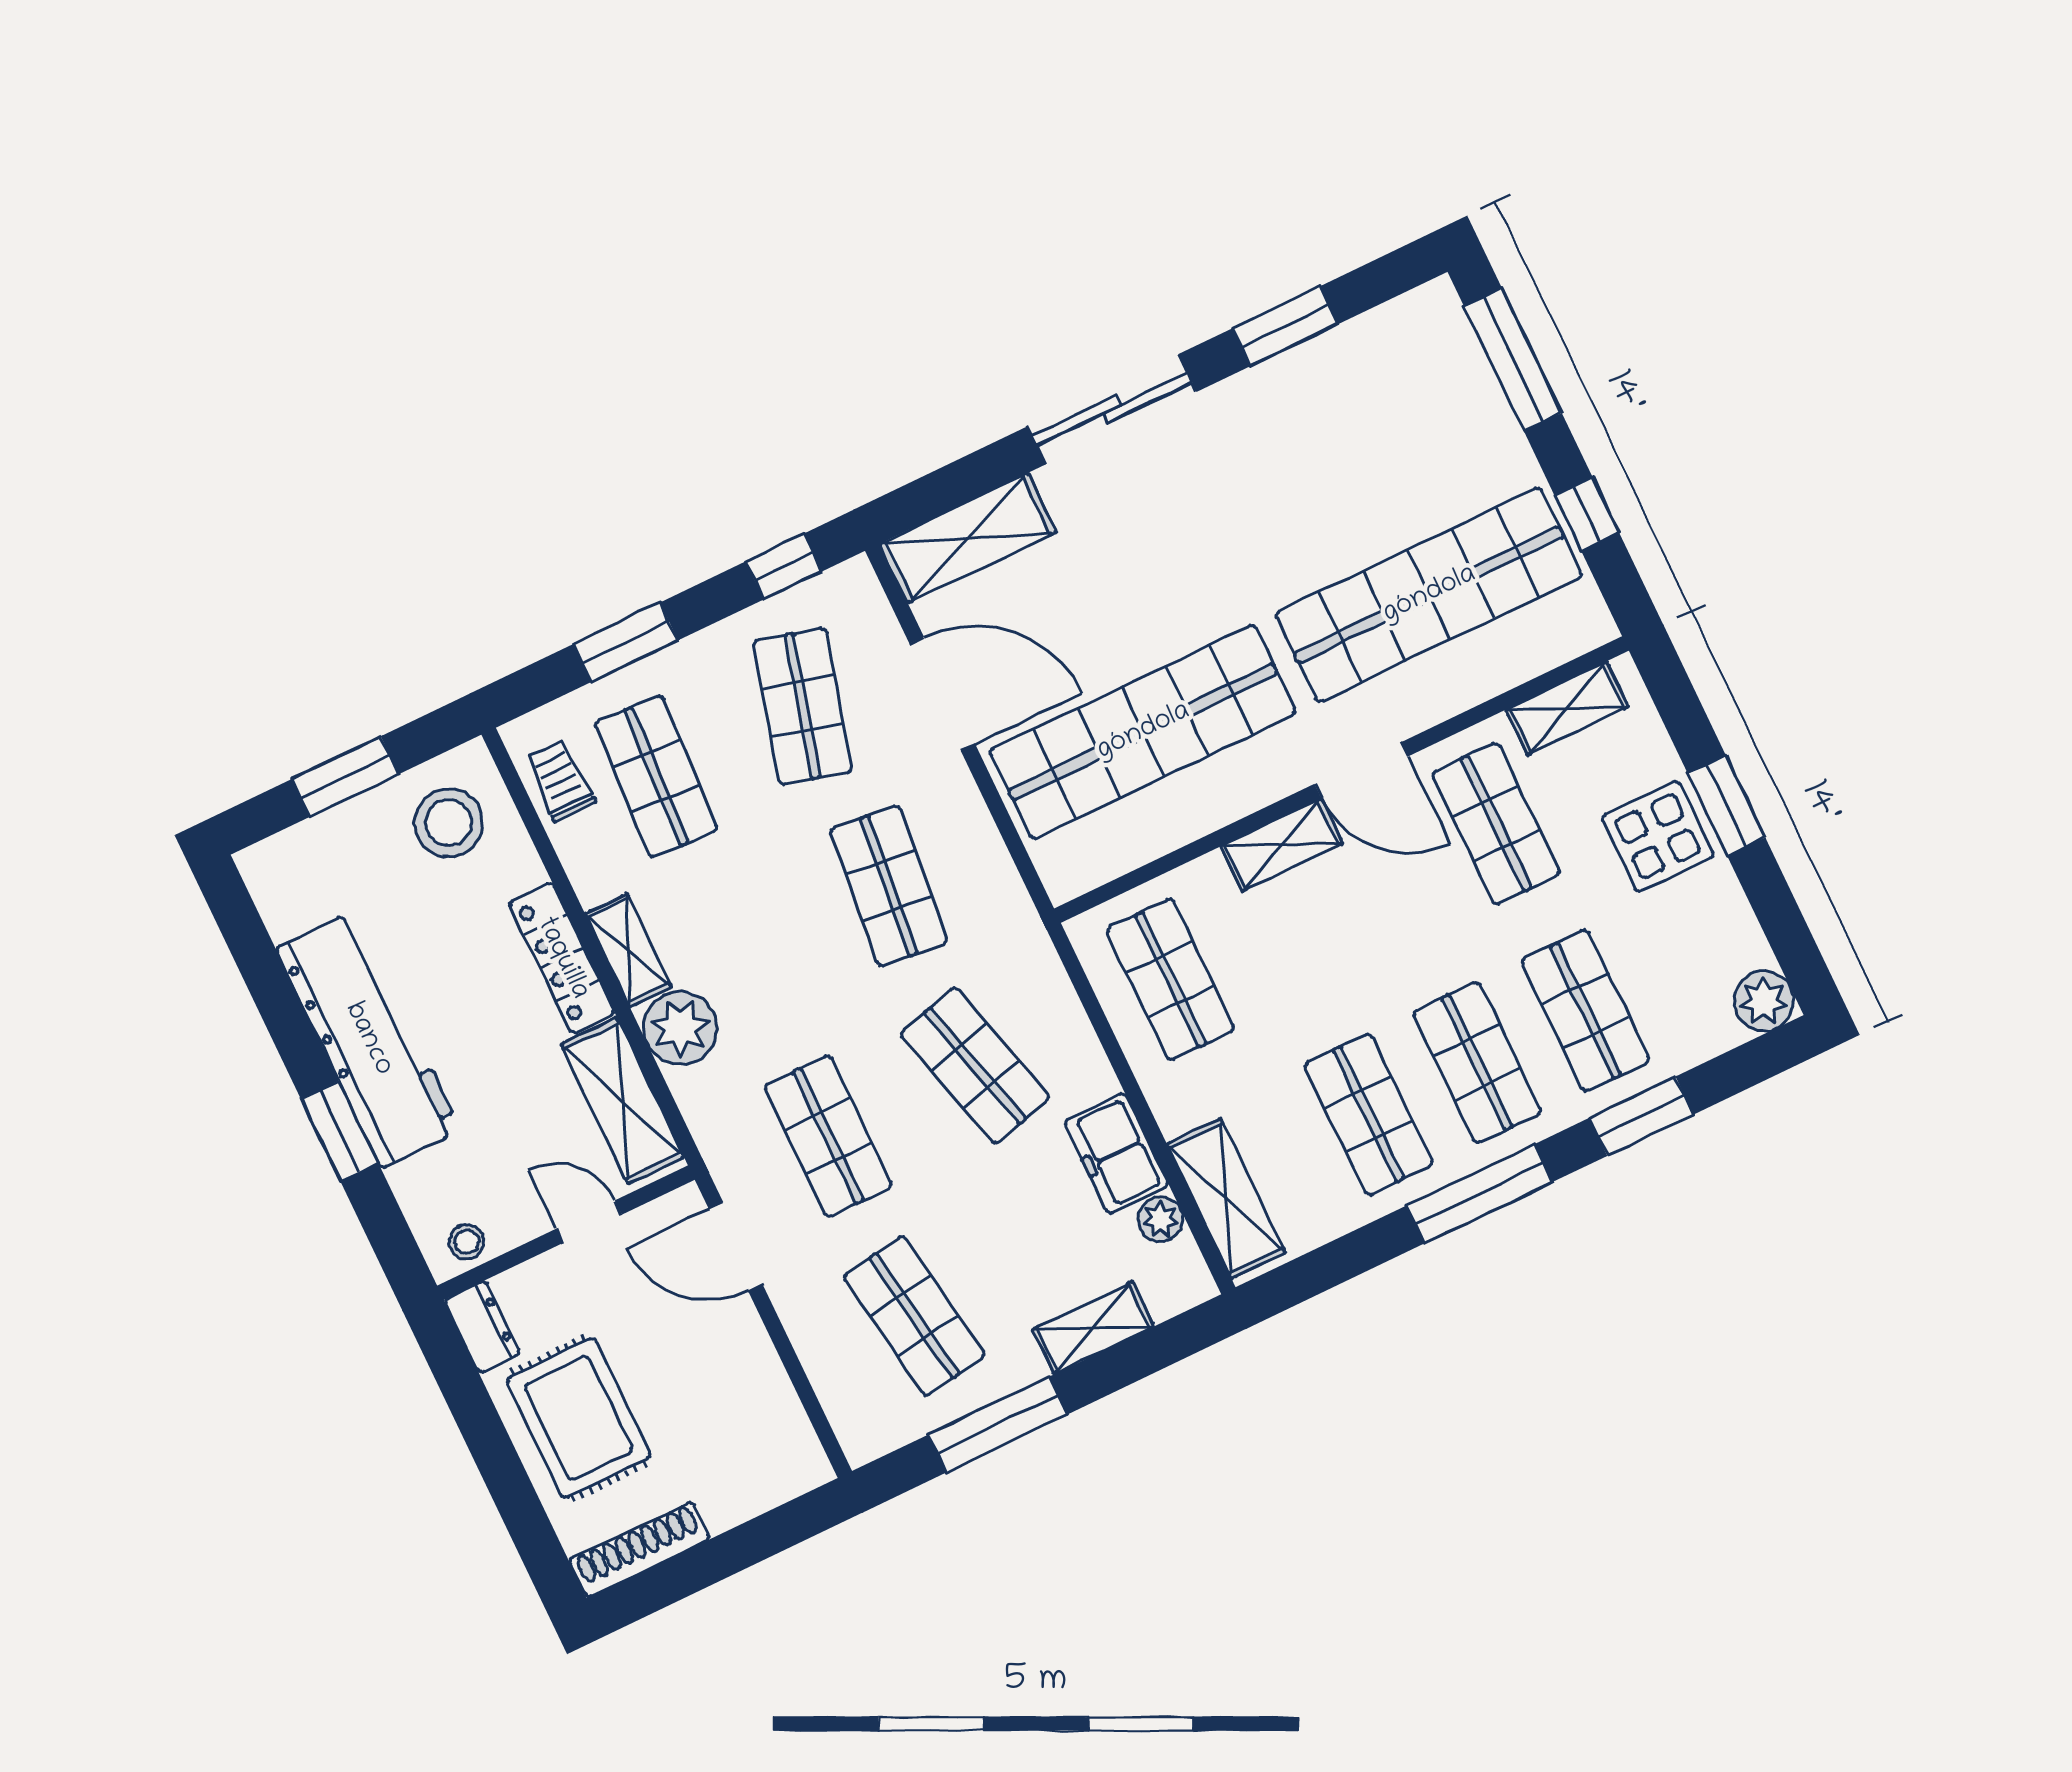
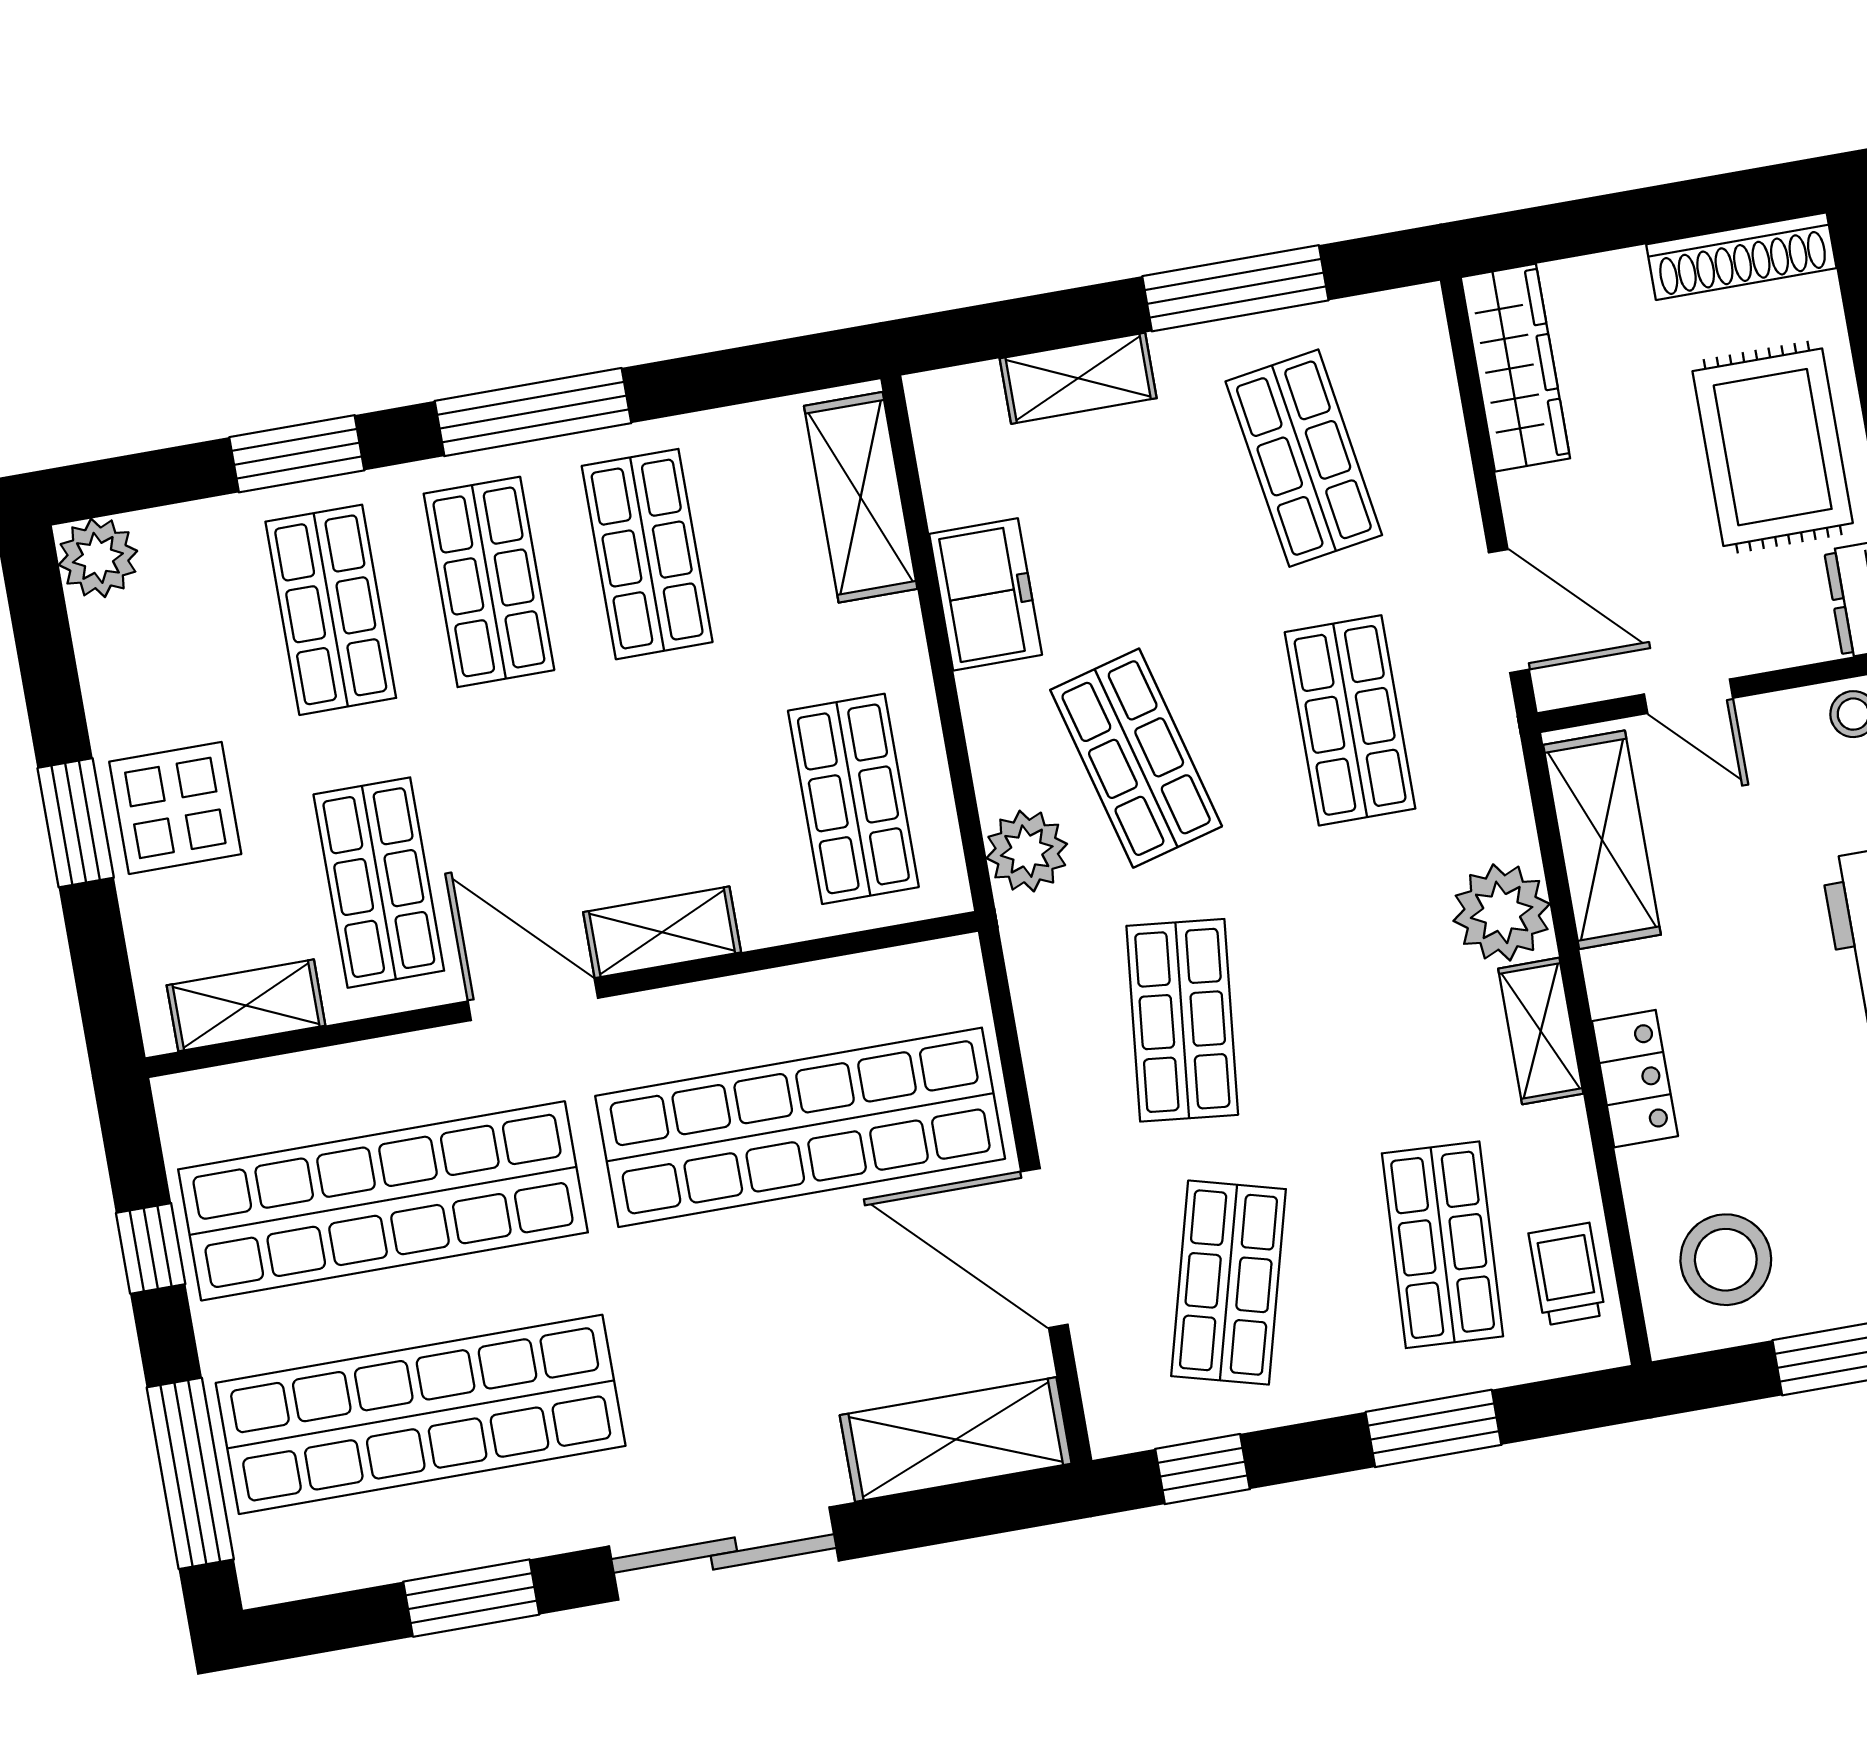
shop shelf: (1359, 448) -> (421, 1414), added
trolley: (560, 780) -> (1567, 1274), turned 180
locker: (562, 958) -> (1635, 1079), width x0.66
plant: (1161, 1219) -> (1027, 851), moved, width x1.38, depth x1.38
wardrobe: (780, 1424) -> (1515, 368), added

